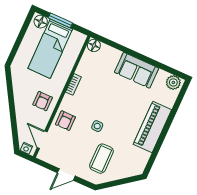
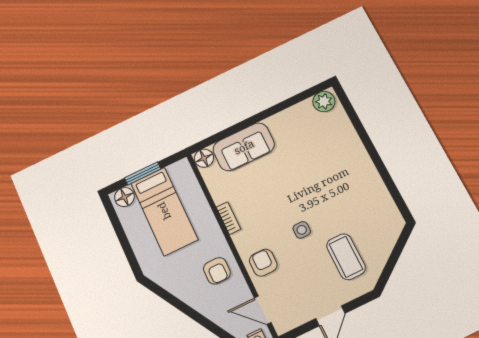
sofa: (137, 70) -> (244, 147), moved
armchair: (65, 121) -> (263, 263), turned 180
piano: (152, 127) -> (357, 166), removed

